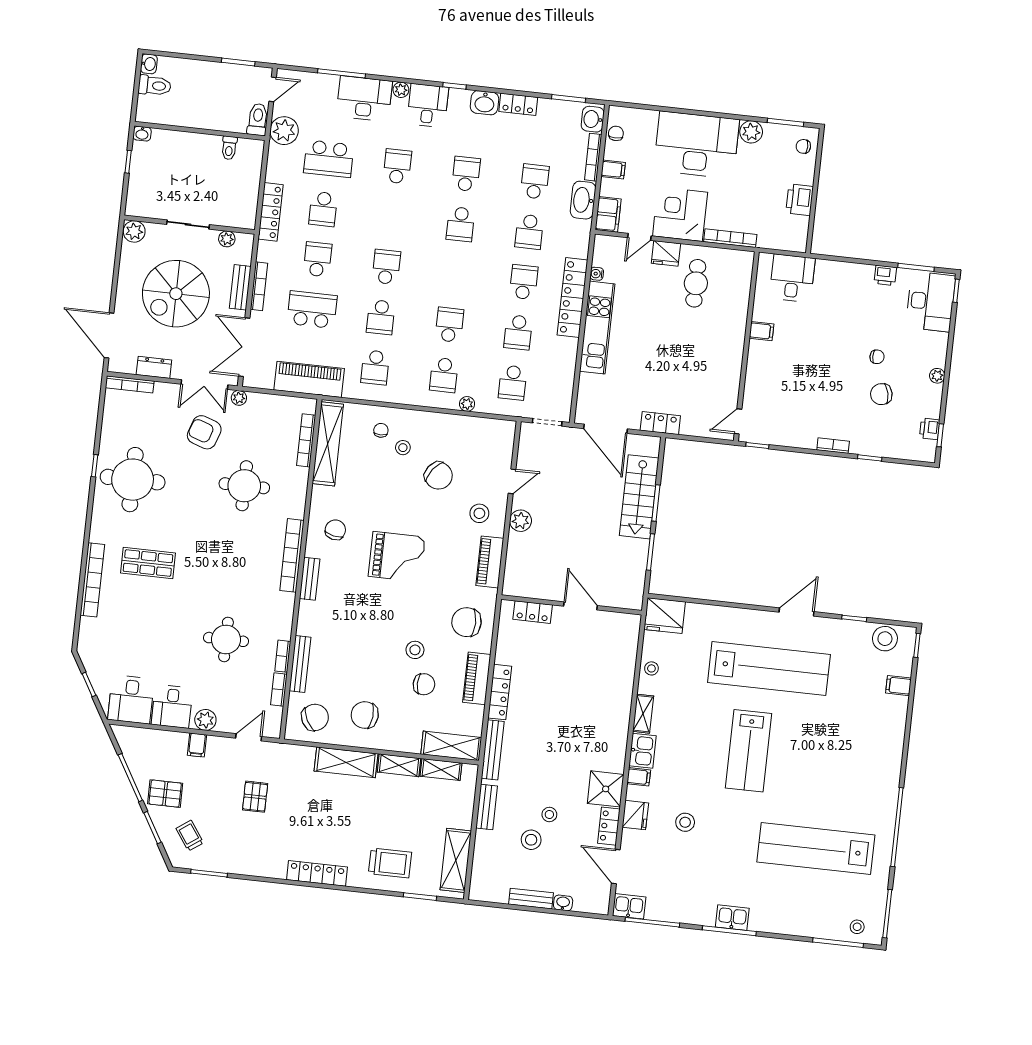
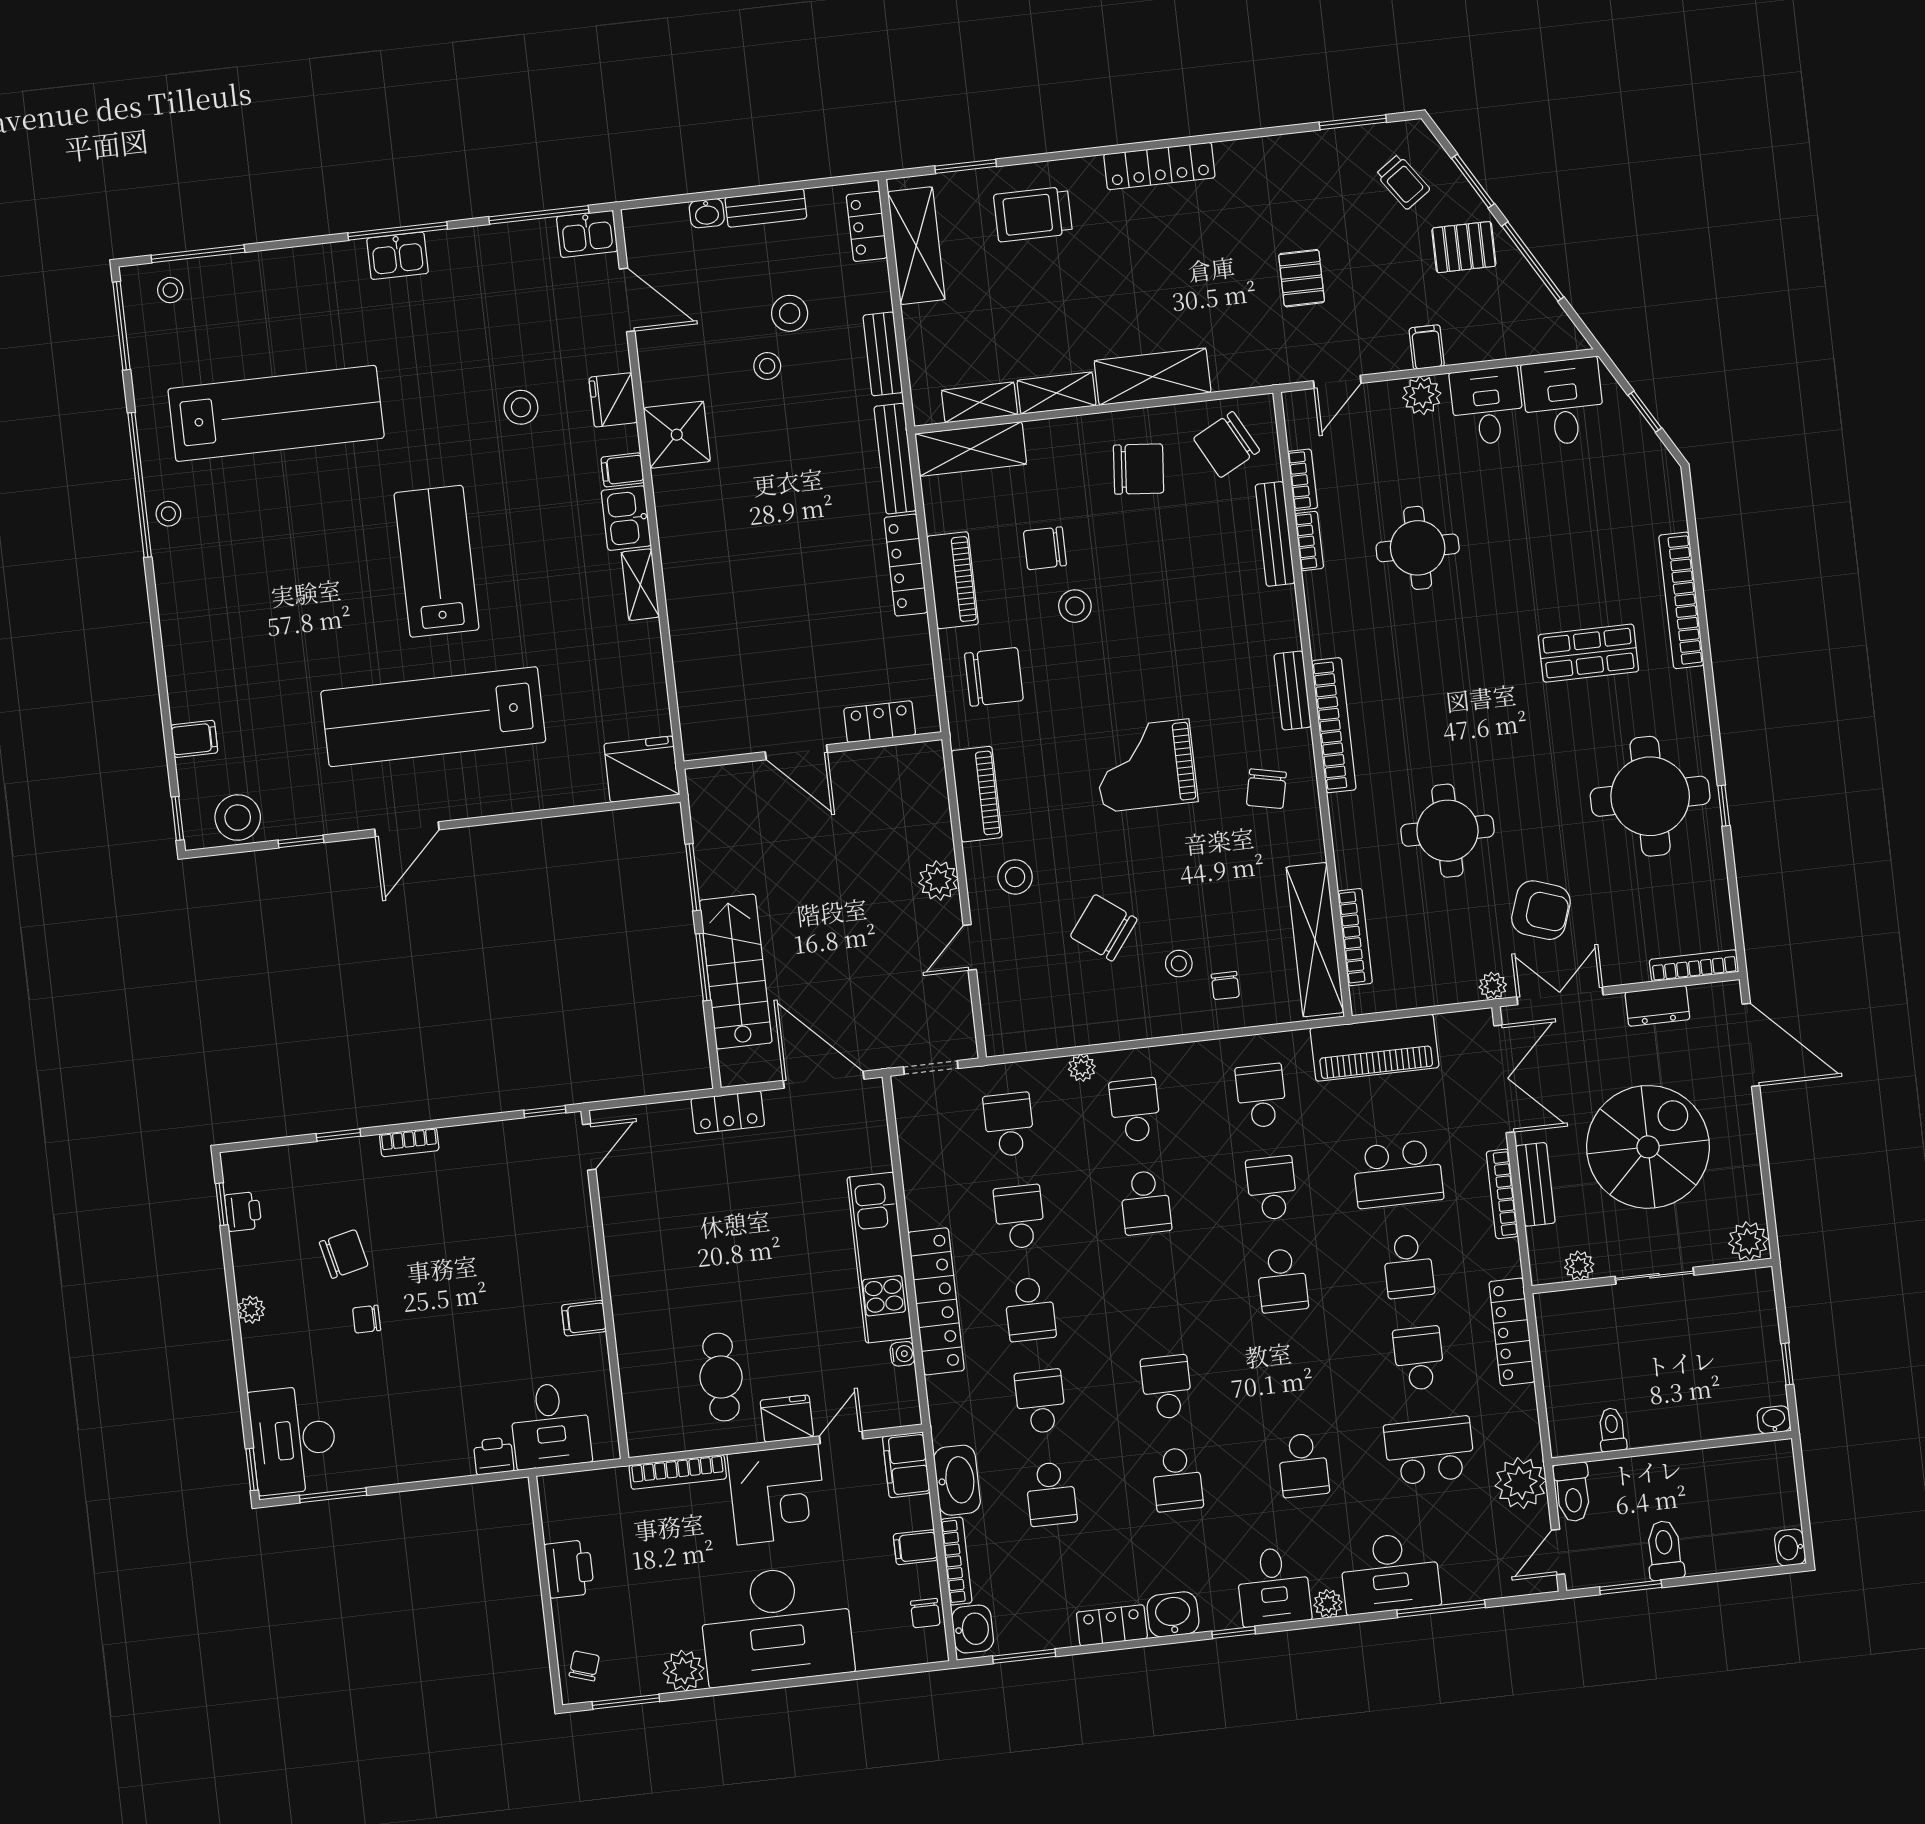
toilet: (155, 86) -> (1665, 1550), moved, turned 90
chair: (803, 146) -> (584, 1666), turned -72
printer: (885, 275) -> (494, 1456), moved
stool: (651, 668) -> (168, 514), moved
locker: (609, 826) -> (867, 226), moved, turned 180

